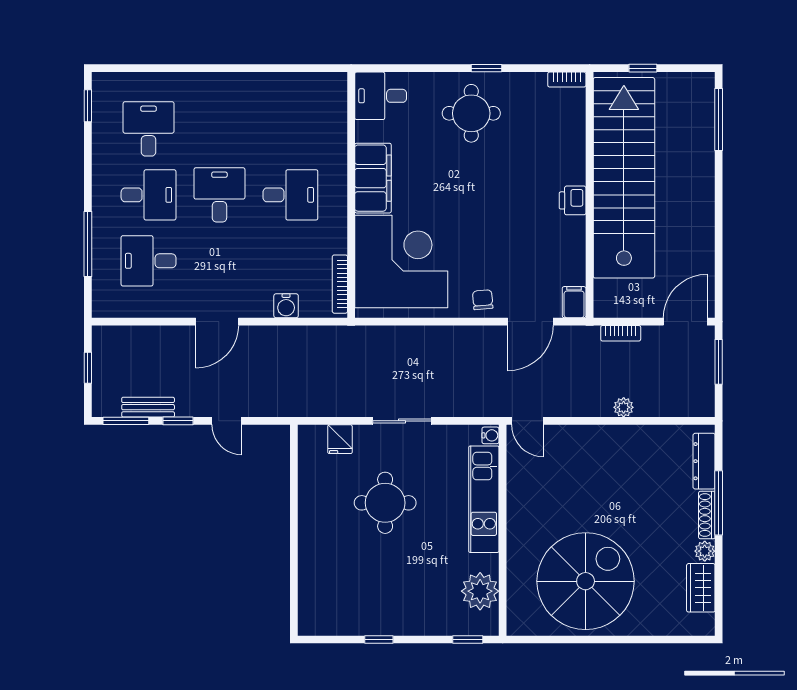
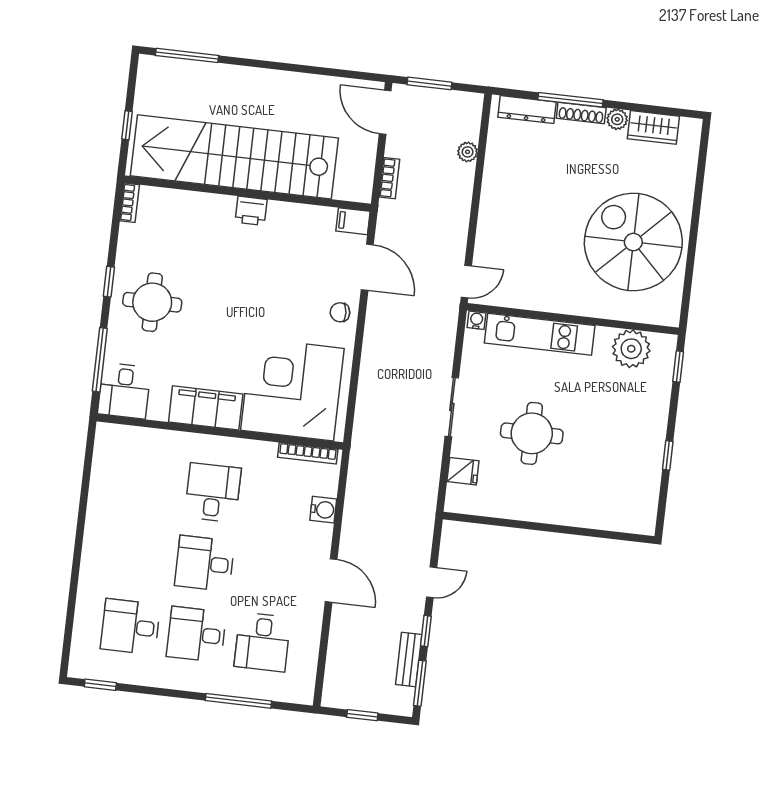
window: (408, 68) -> (100, 360), added
desk: (149, 195) -> (196, 634), turned -90
plant: (624, 407) -> (468, 152), moved

